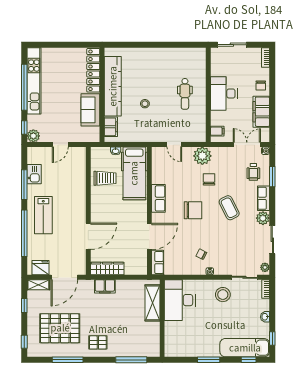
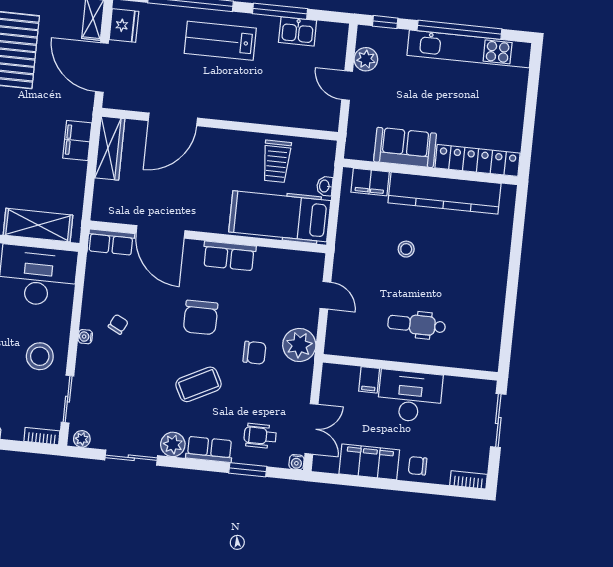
filing cabinet: (217, 131) -> (369, 380), moved
plant: (33, 136) -> (366, 59), moved
door: (174, 145) -> (325, 295), swing flipped
door: (88, 236) -> (173, 119), hinge flipped

